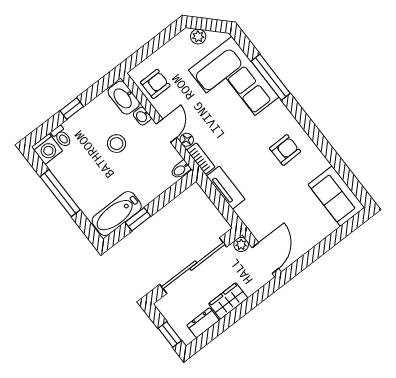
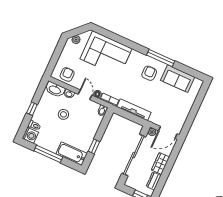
window: (271, 77) -> (161, 58), moved
tv unit: (226, 188) -> (134, 110), width x1.41
sofa: (336, 196) -> (178, 79), moved
bathtub: (117, 214) -> (72, 154), moved, turned 90
door: (265, 258) -> (168, 132), swing flipped

